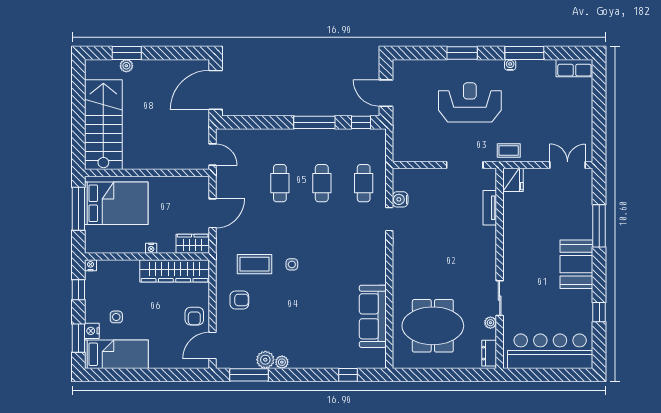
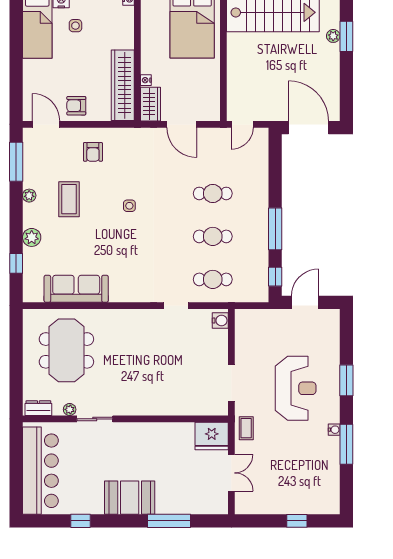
row of seats: (574, 68) -> (331, 496), removed
window: (599, 101) -> (297, 521), added
double door: (568, 165) -> (231, 473), moved
fridge: (513, 180) -> (212, 436), width x1.36, depth x1.34
water cooler: (400, 199) -> (220, 321), moved, turned 90
tv unit: (490, 208) -> (188, 409), removed
nightstand: (151, 248) -> (146, 80), moved
coffee table: (255, 264) -> (69, 199), moved
plant: (265, 360) -> (32, 237), moved

